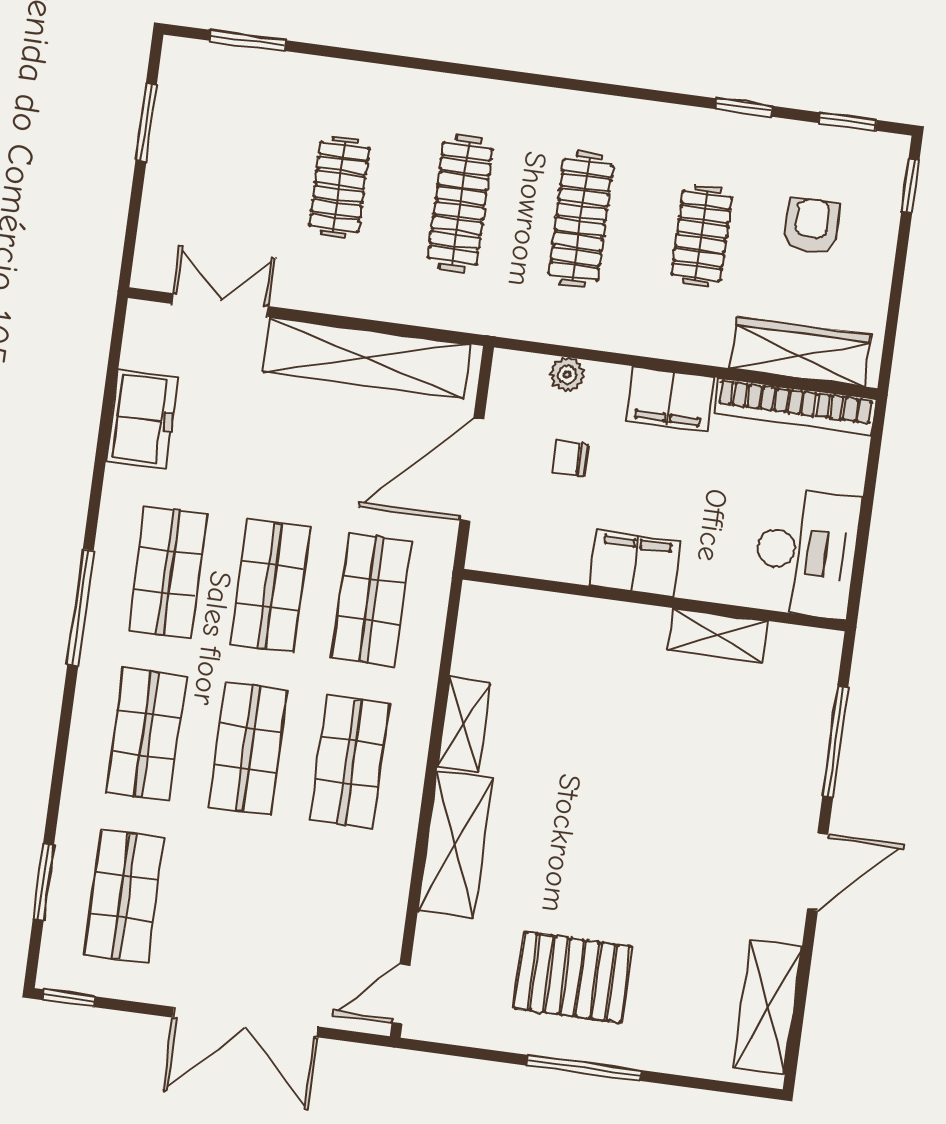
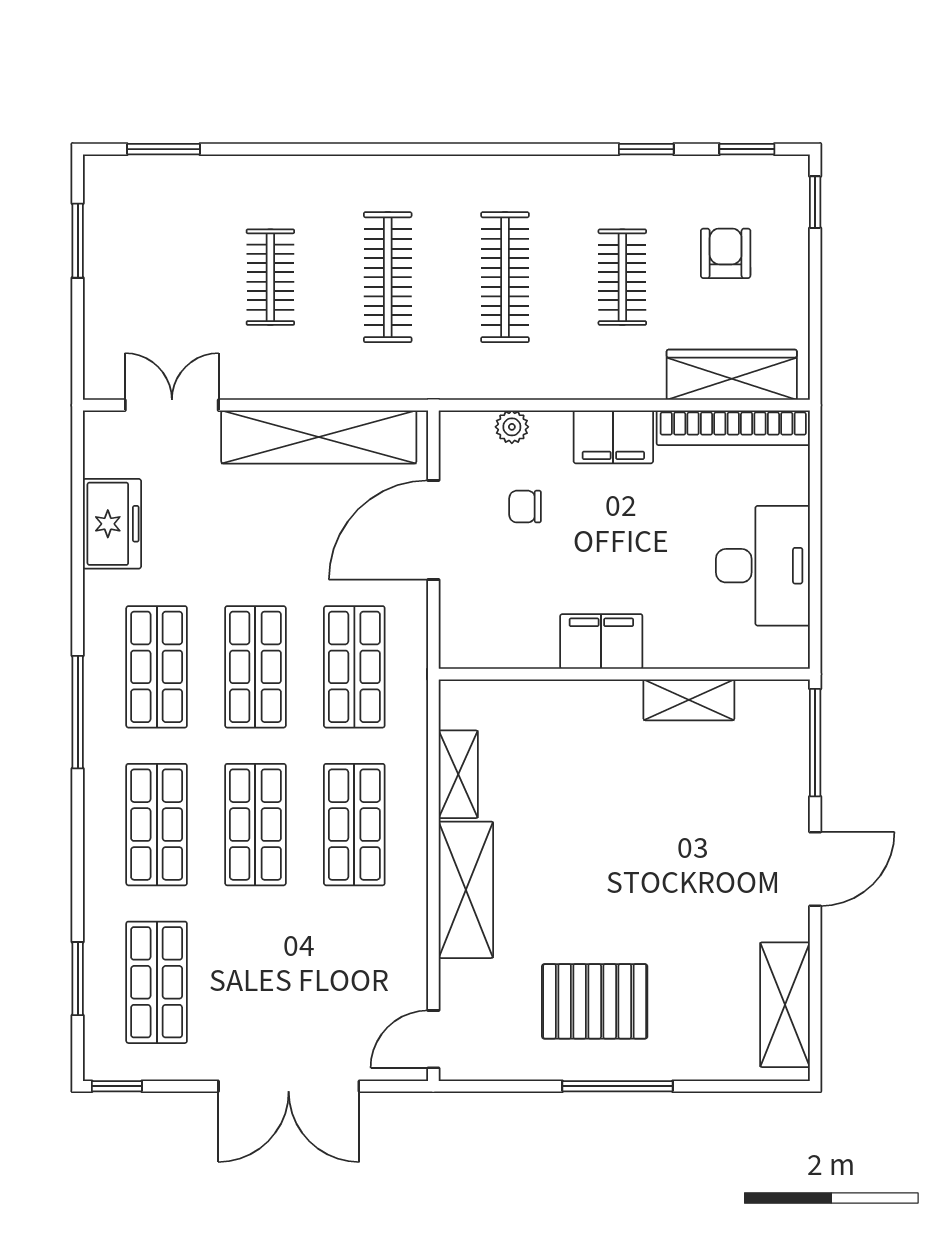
filing cabinet: (635, 563) -> (601, 642), moved
wall: (654, 600) -> (624, 674), moved
shelving: (717, 635) -> (689, 700), moved

